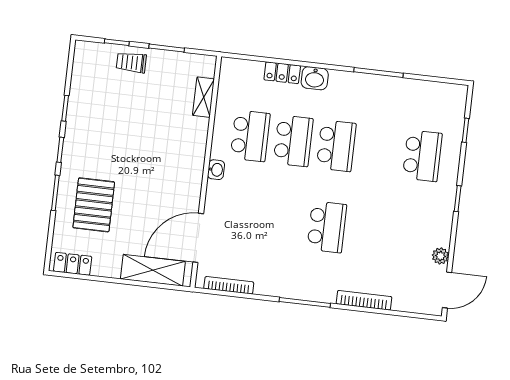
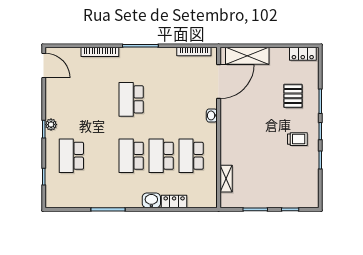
trolley: (131, 62) -> (297, 139), moved
washbasin: (216, 170) -> (212, 115), moved
pallet: (94, 205) -> (293, 96), width x0.67, depth x0.71
plant: (440, 256) -> (51, 125), moved
door: (447, 290) -> (44, 66), swing flipped

